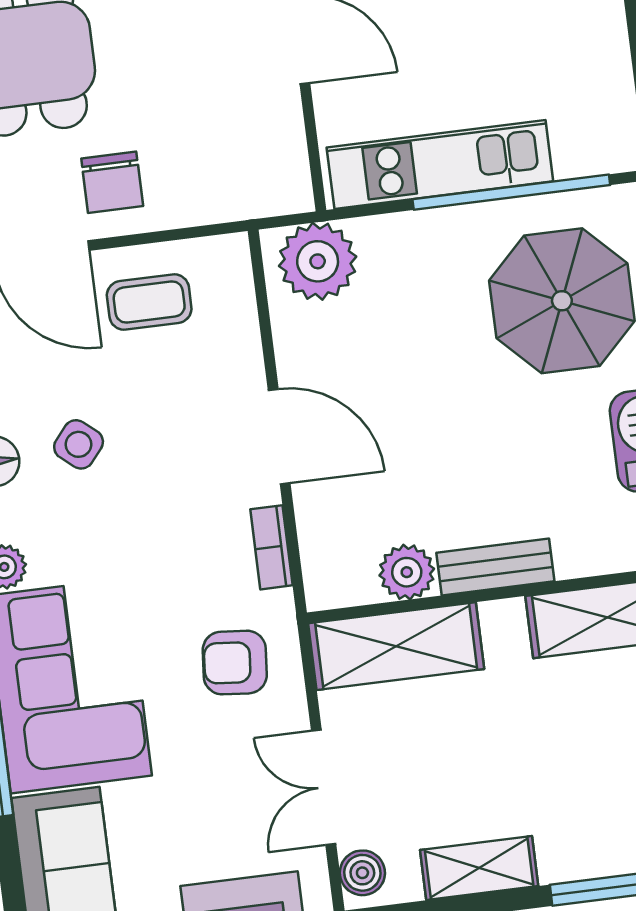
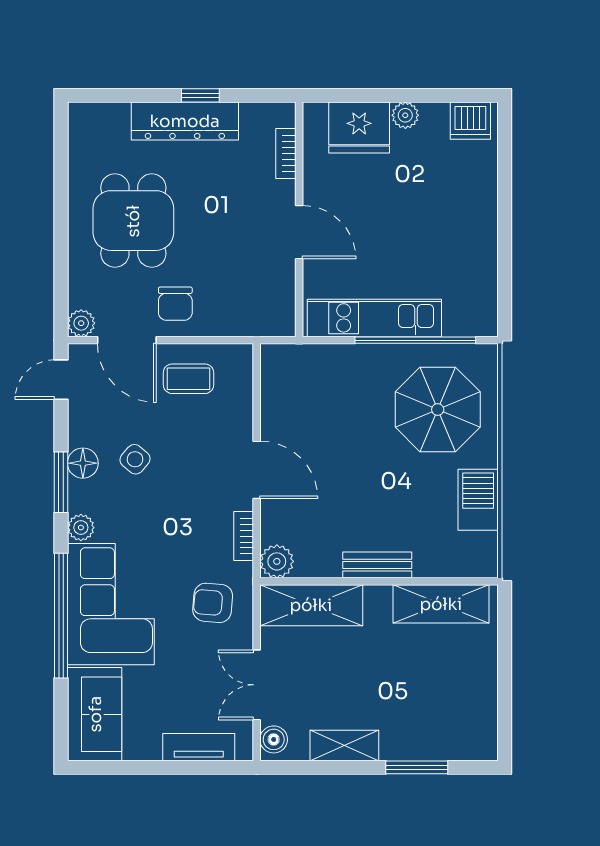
plant: (318, 261) -> (293, 367), removed
plant: (407, 572) -> (277, 561), moved

